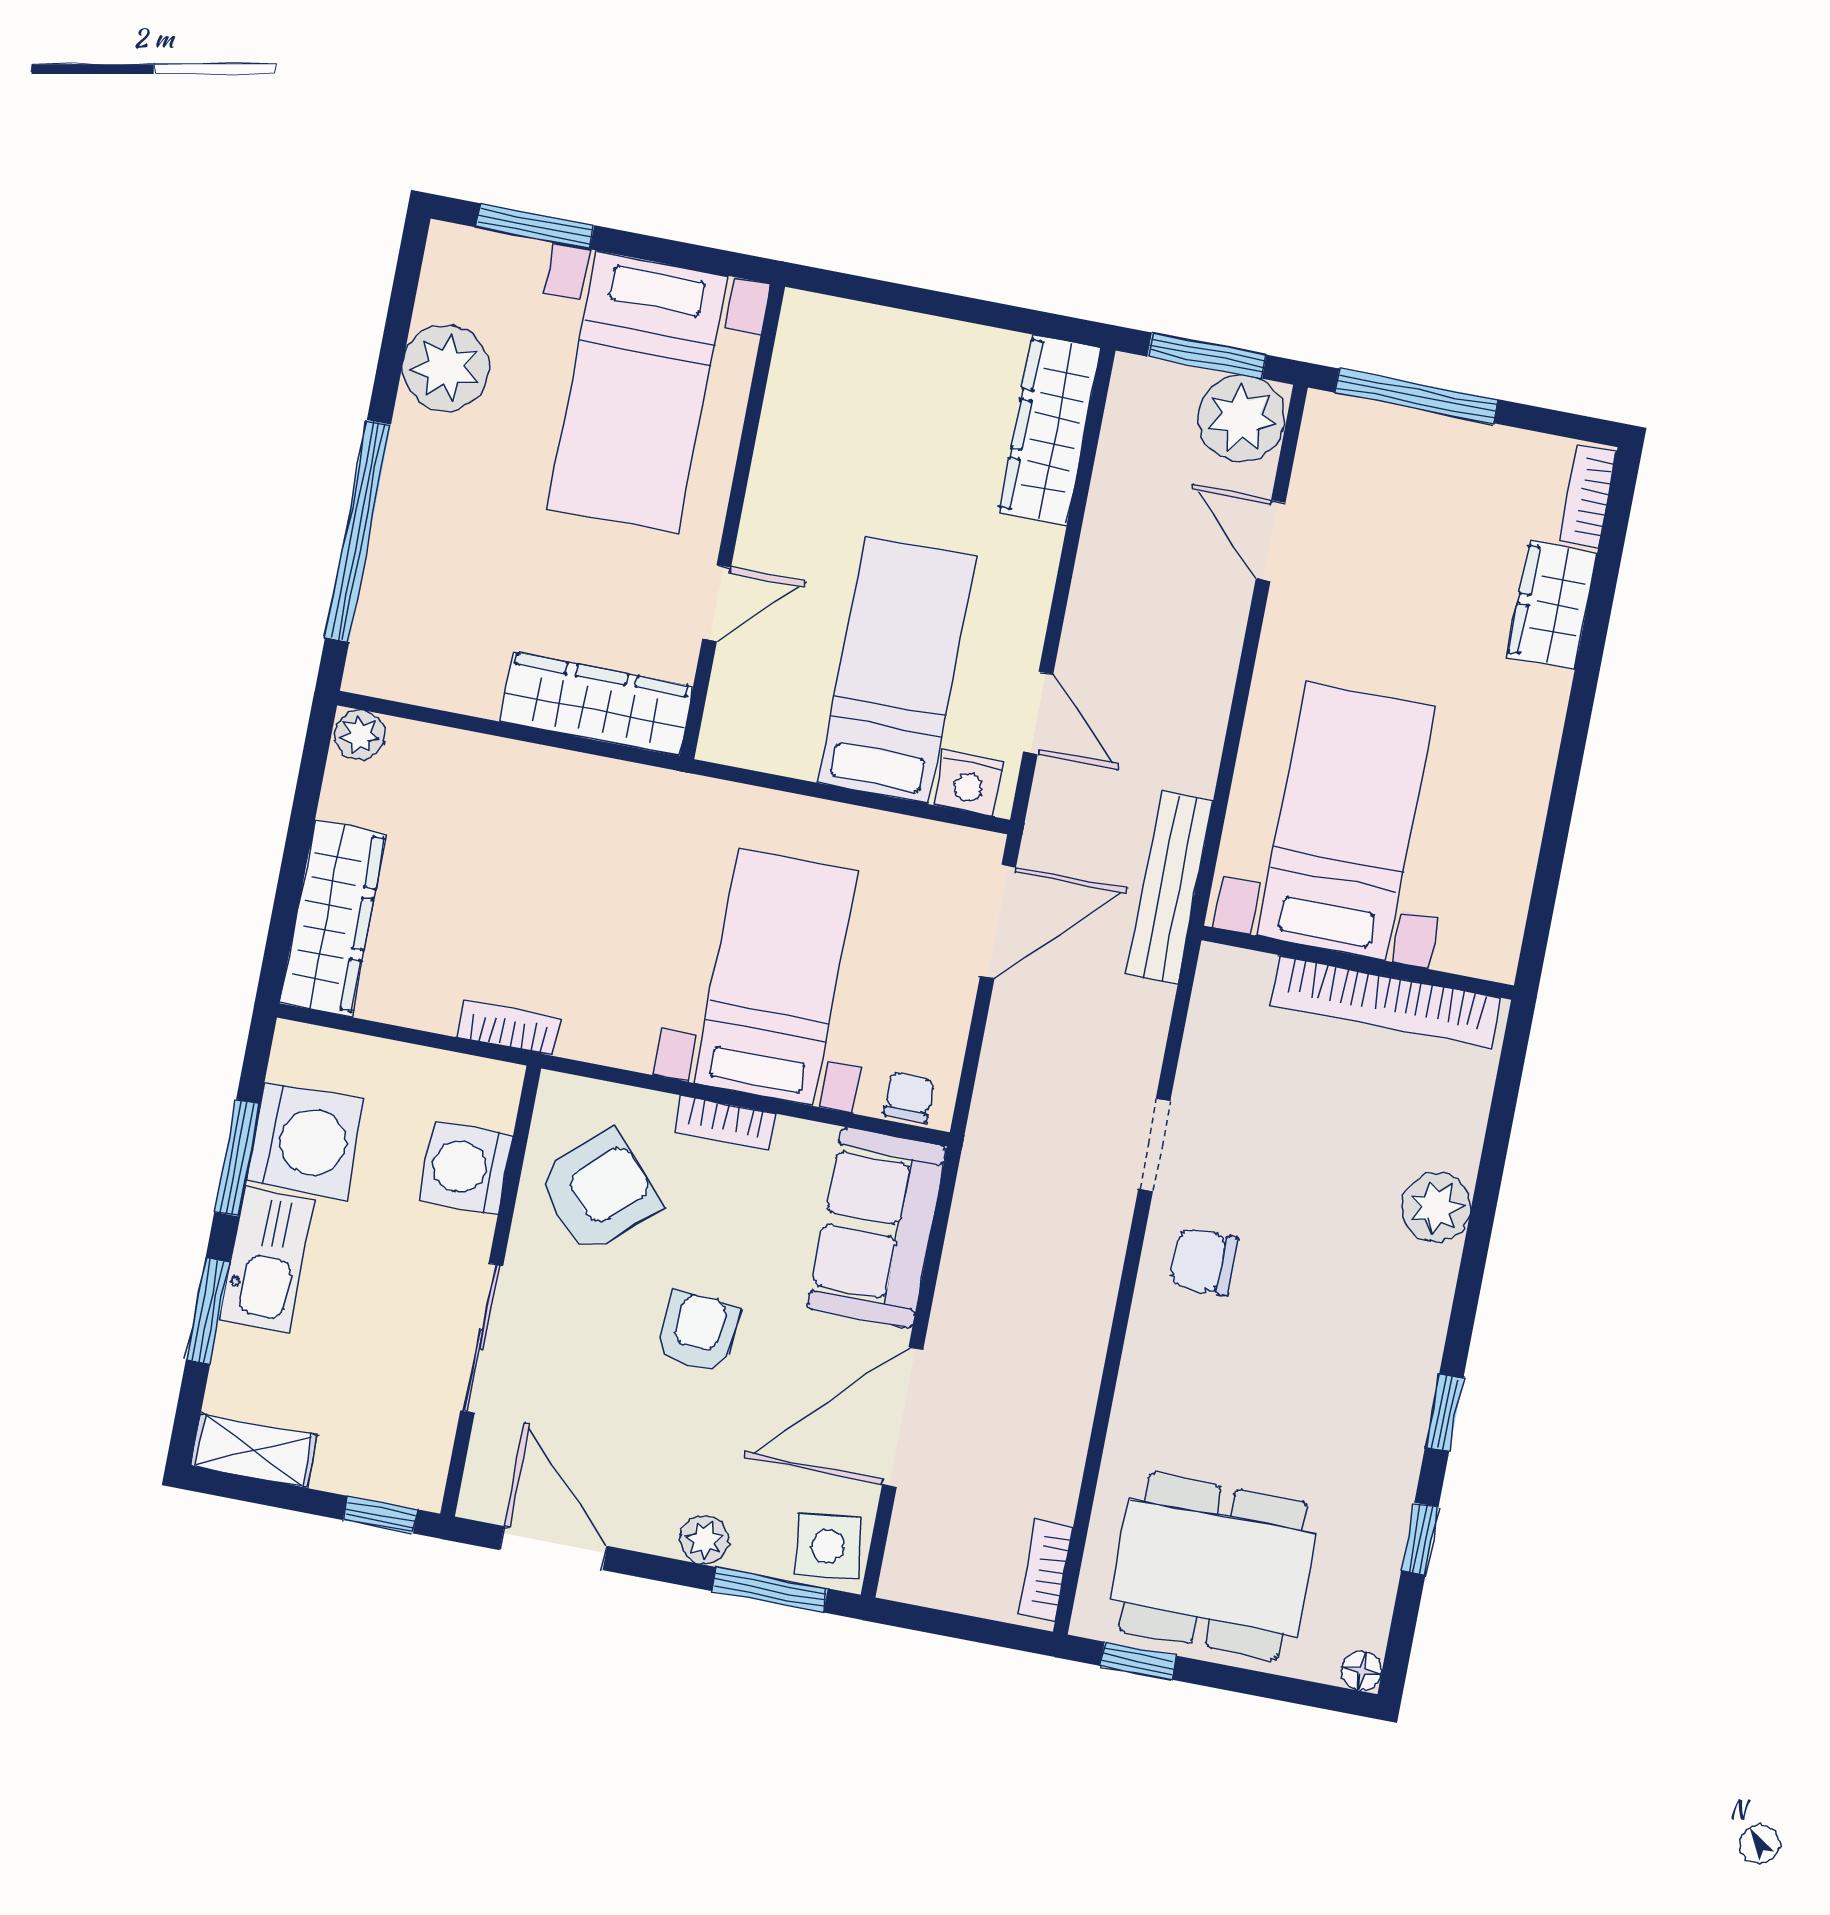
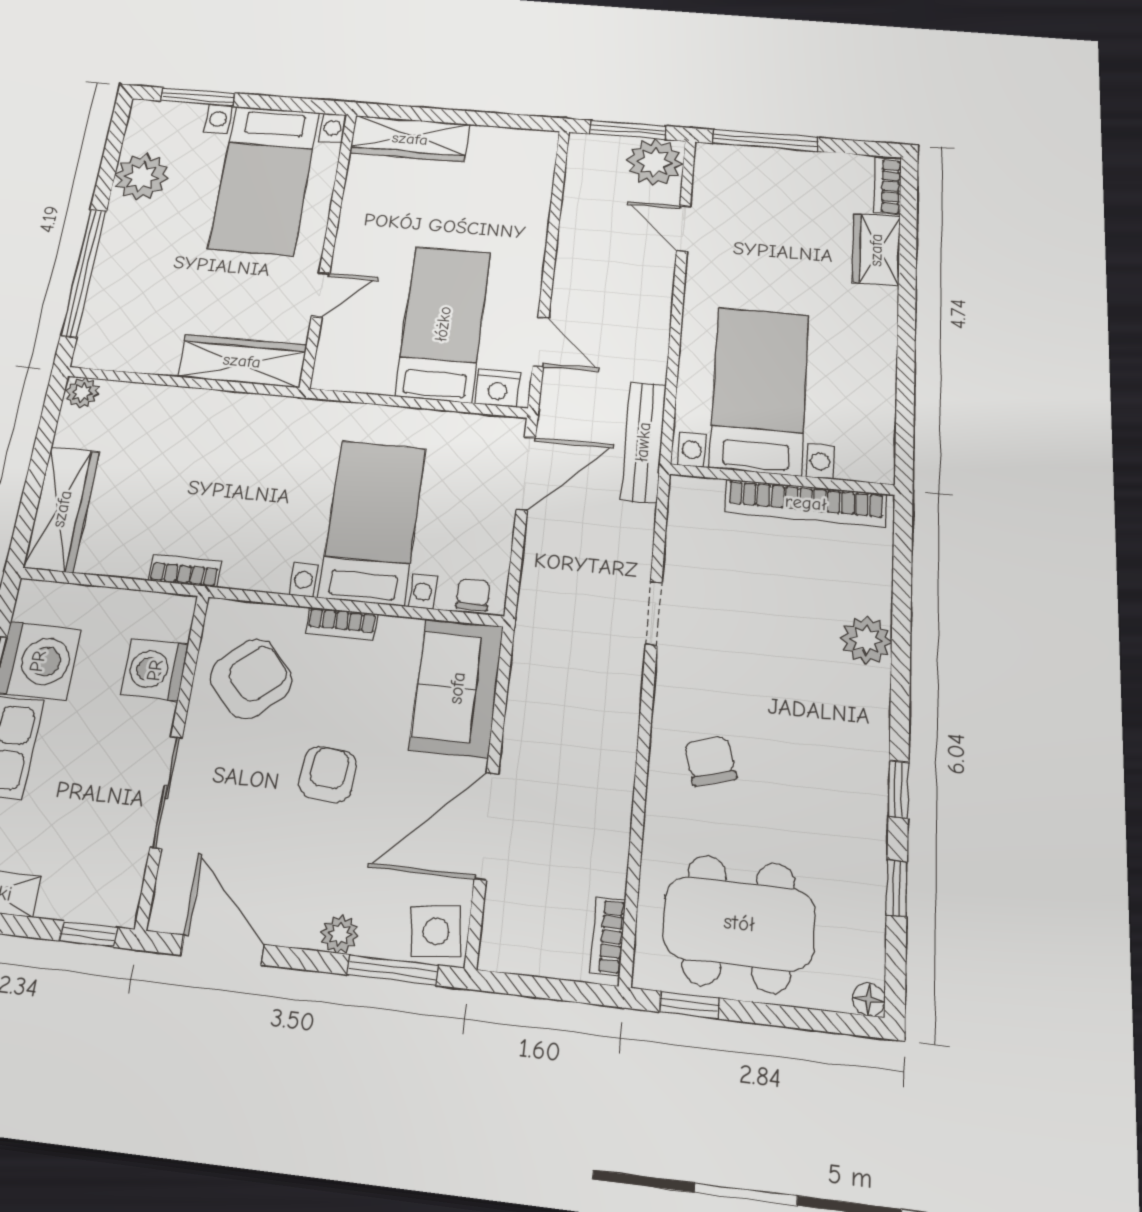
wardrobe: (1050, 430) -> (410, 139), moved, turned -90
chair: (1204, 1261) -> (710, 761), moved, turned 74

